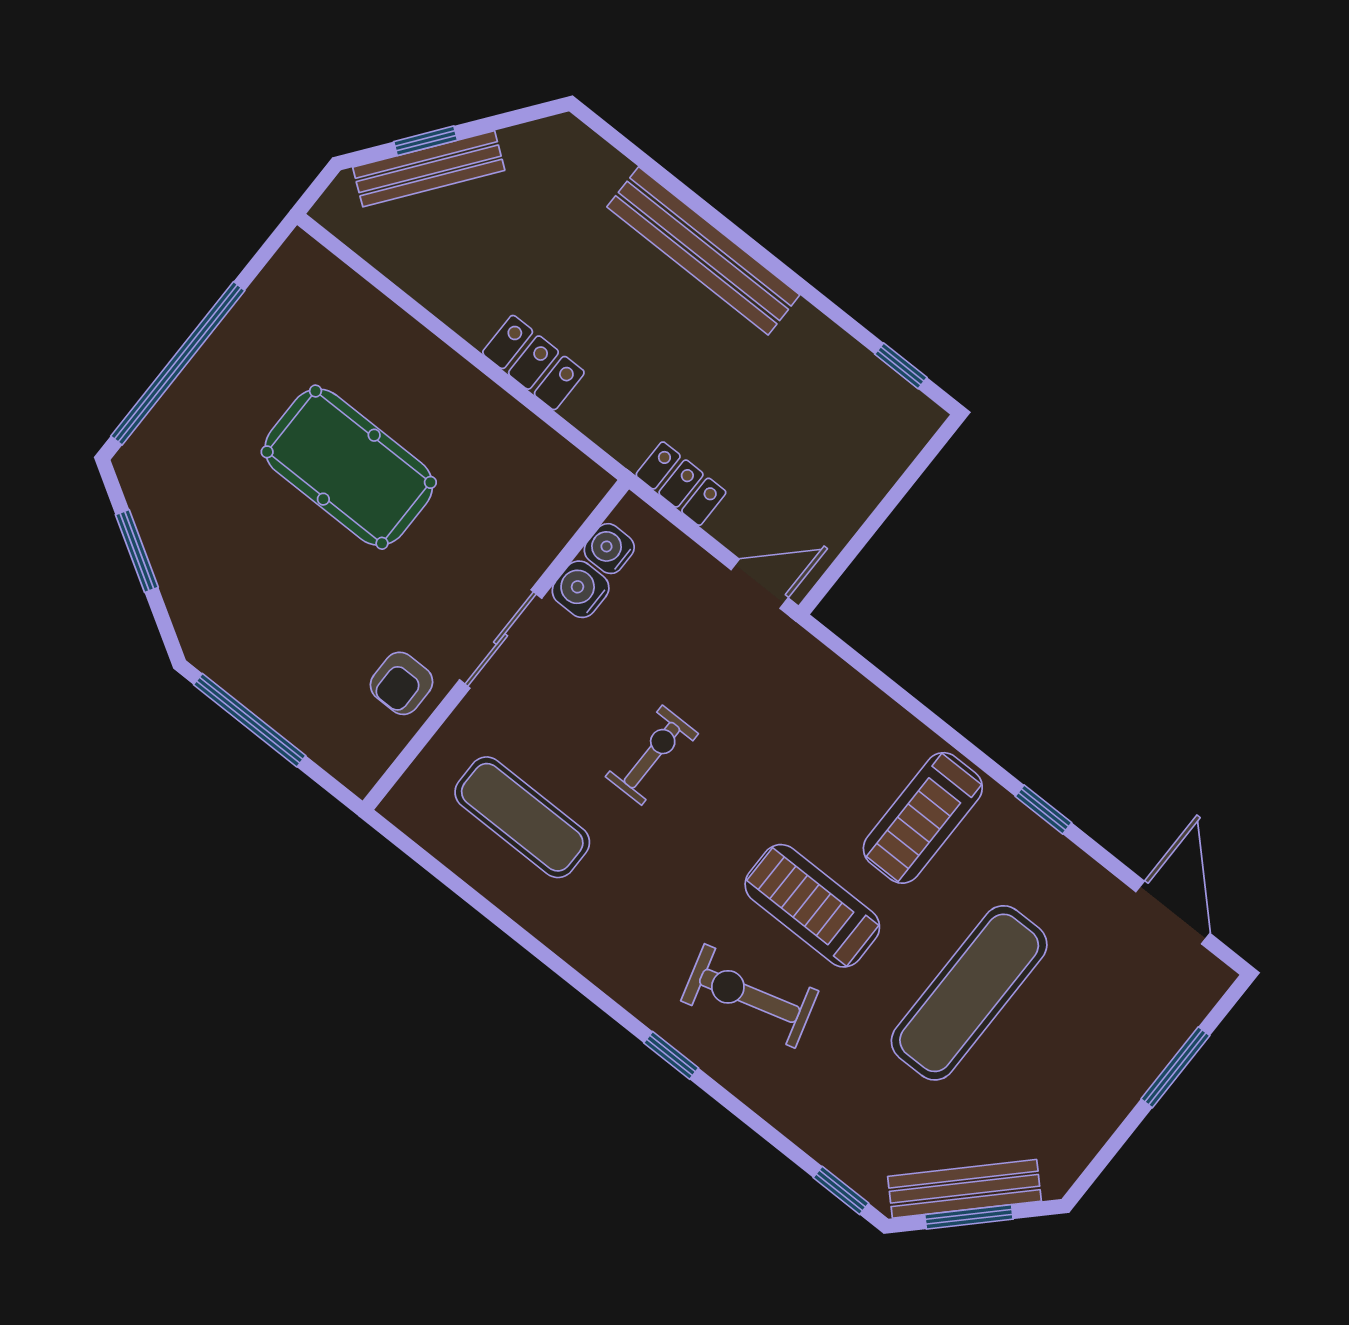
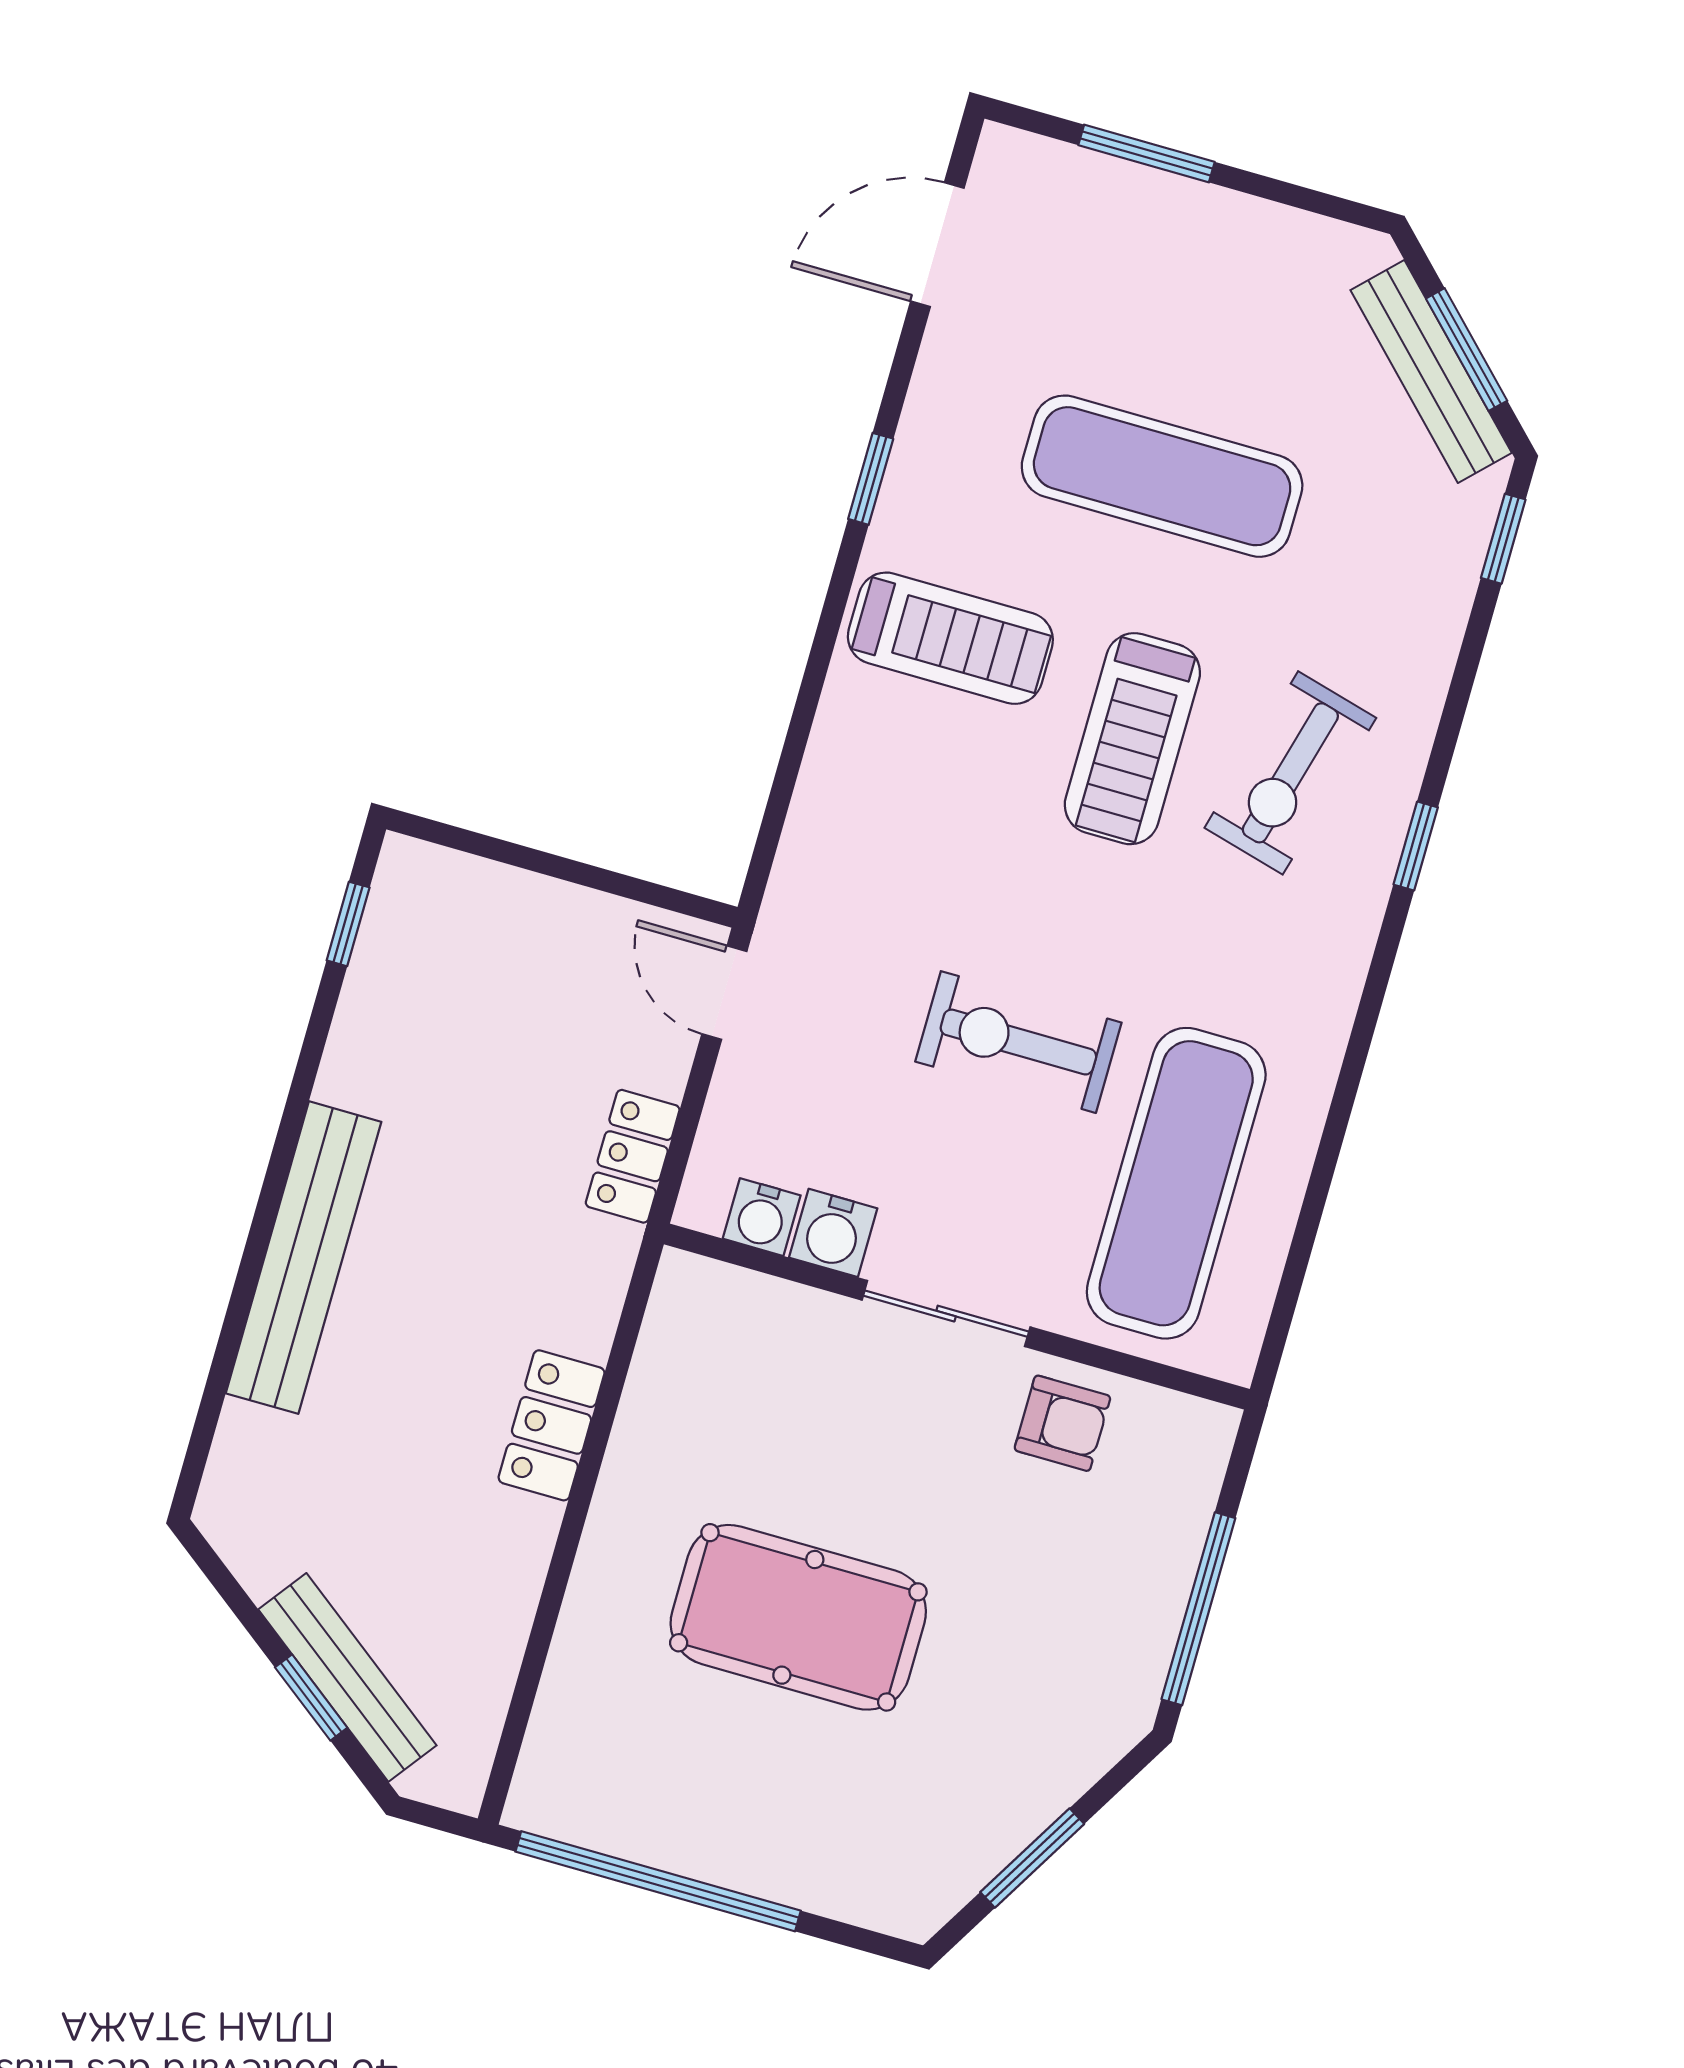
window: (178, 363) -> (658, 1881), moved
pool table: (349, 467) -> (798, 1617), turned 90
exercise bike: (652, 755) -> (1018, 1042), width x1.38, depth x1.39
exercise mat: (522, 817) -> (1176, 1183), width x1.36, depth x1.45
exercise bike: (750, 996) -> (1290, 773), turned 31

